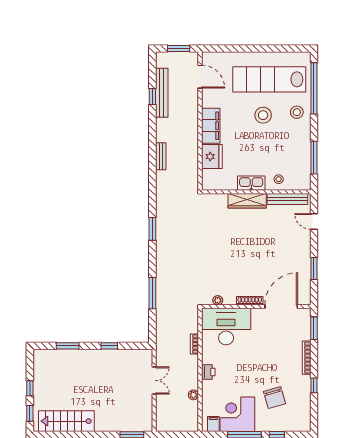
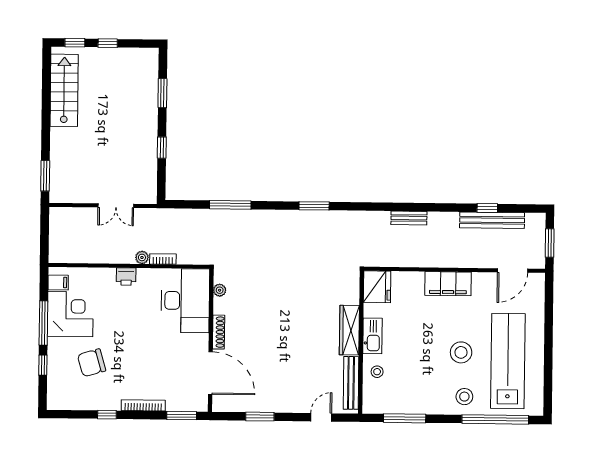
fridge: (212, 157) -> (377, 287), moved, turned -90
plant: (193, 395) -> (142, 257), moved

